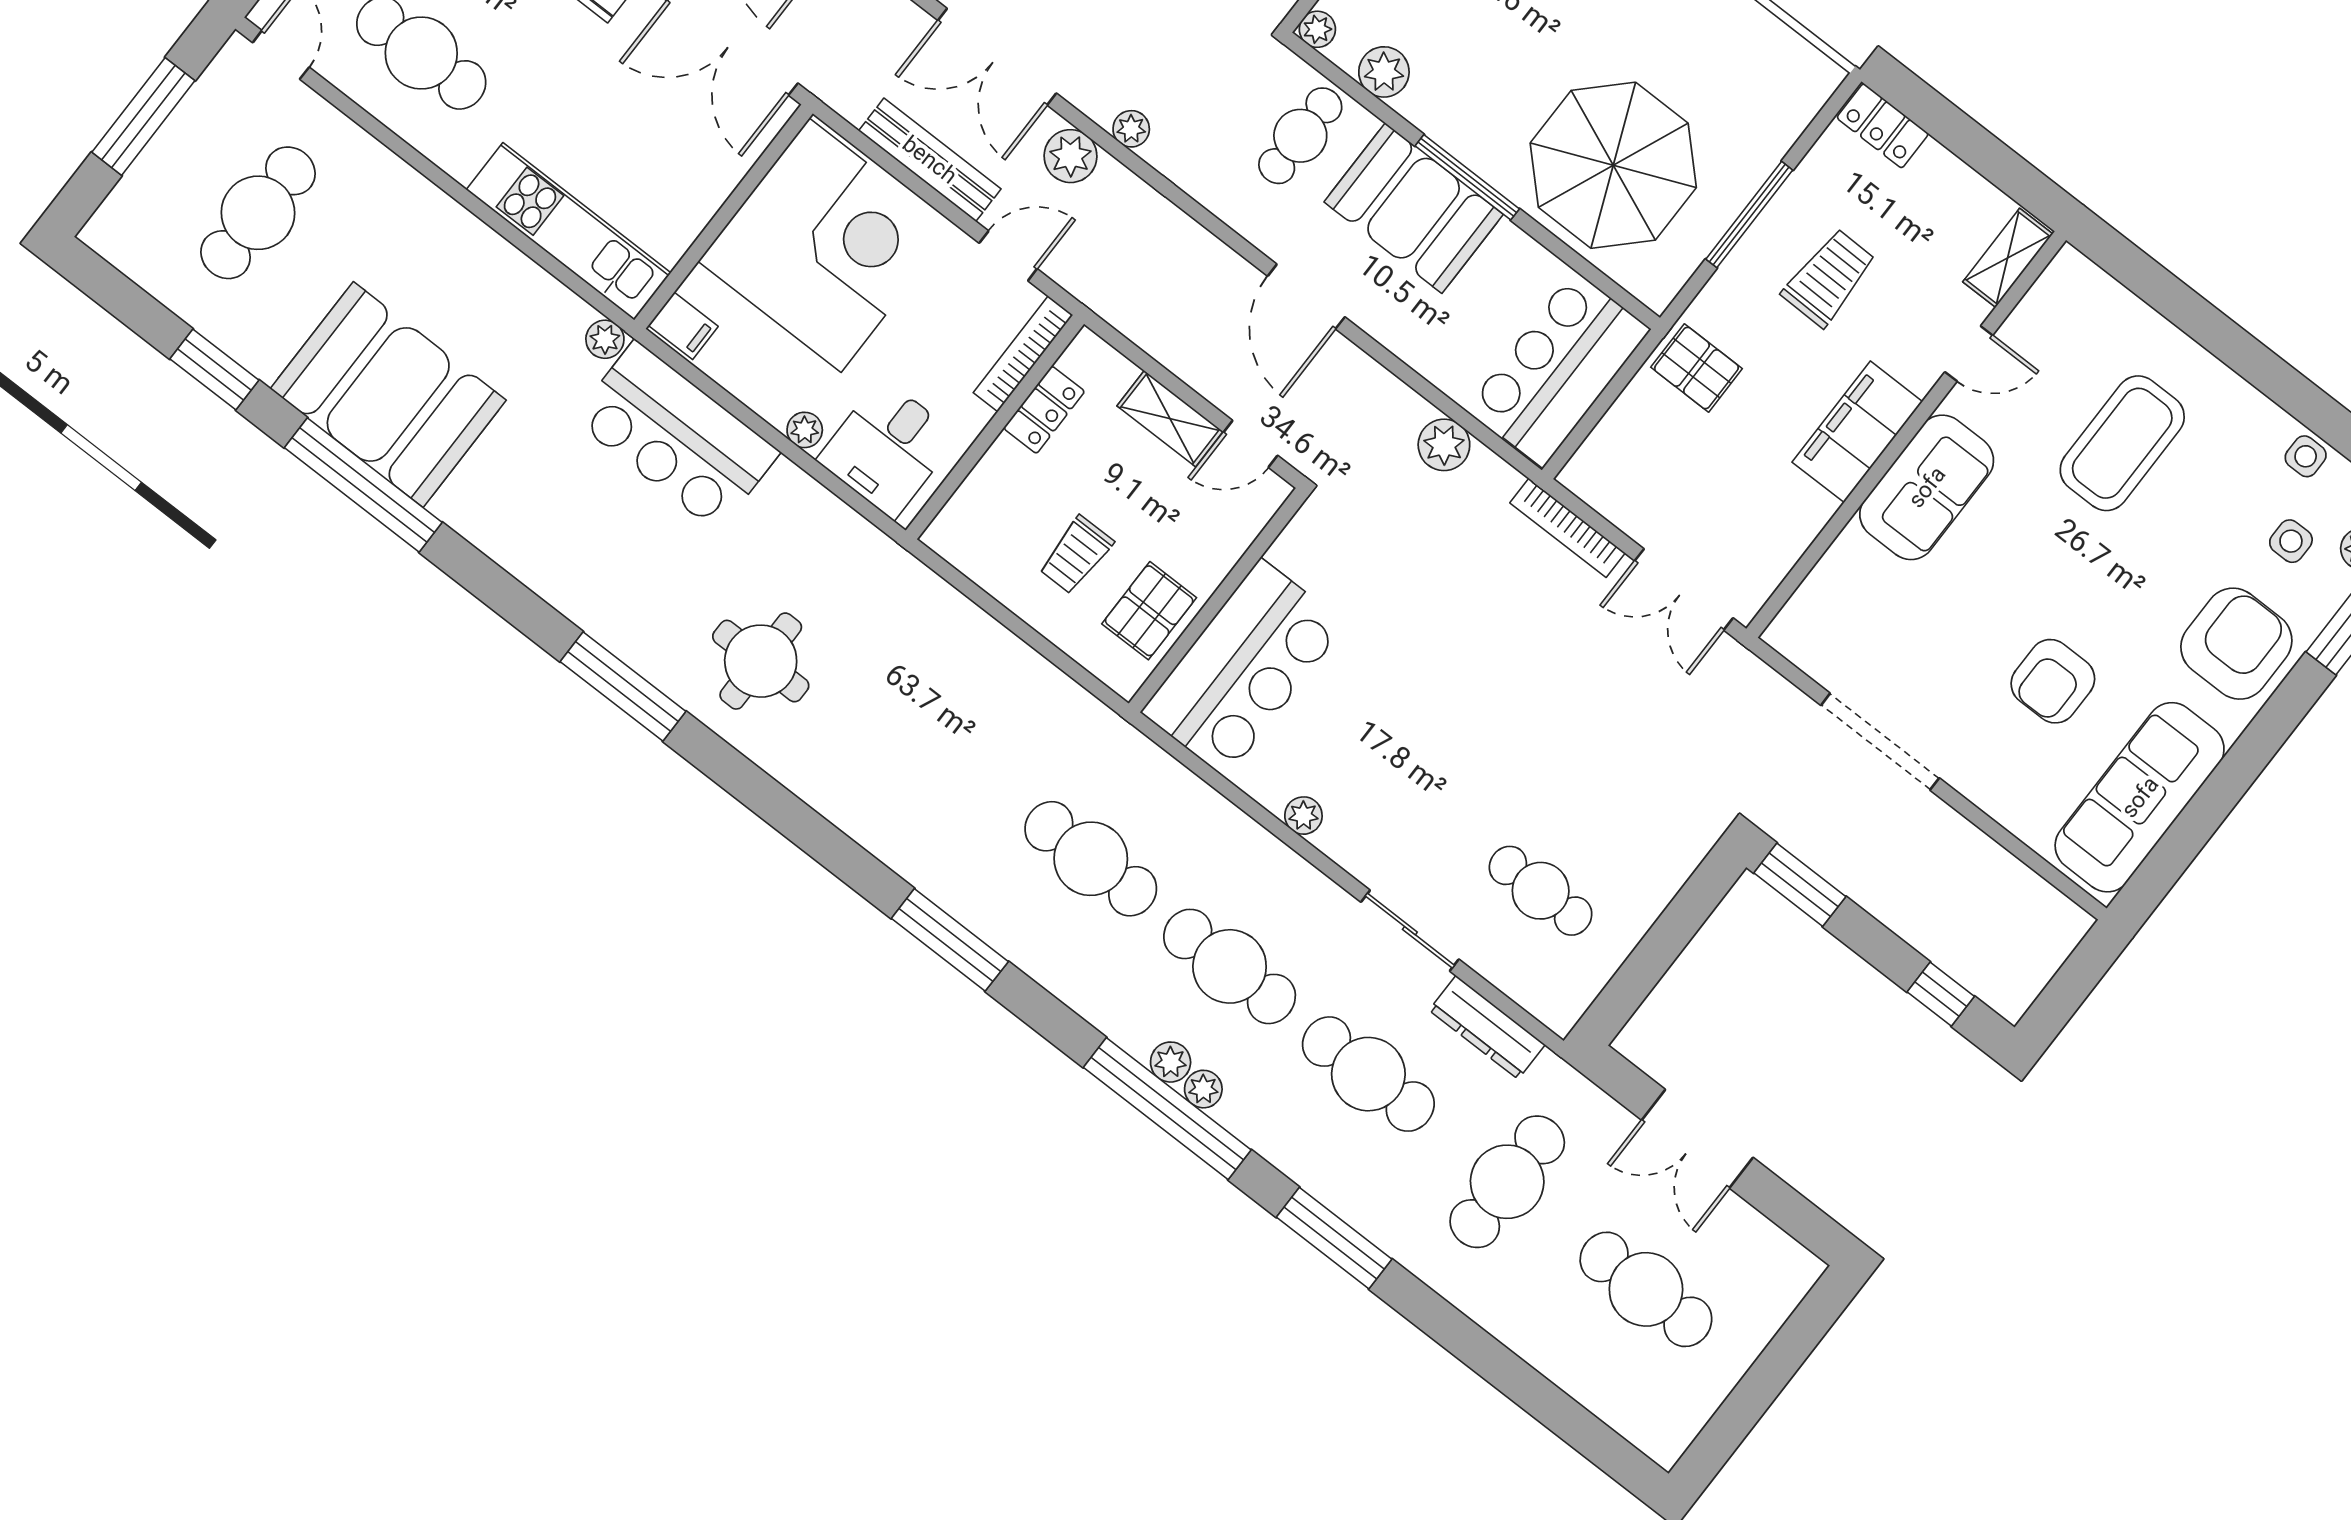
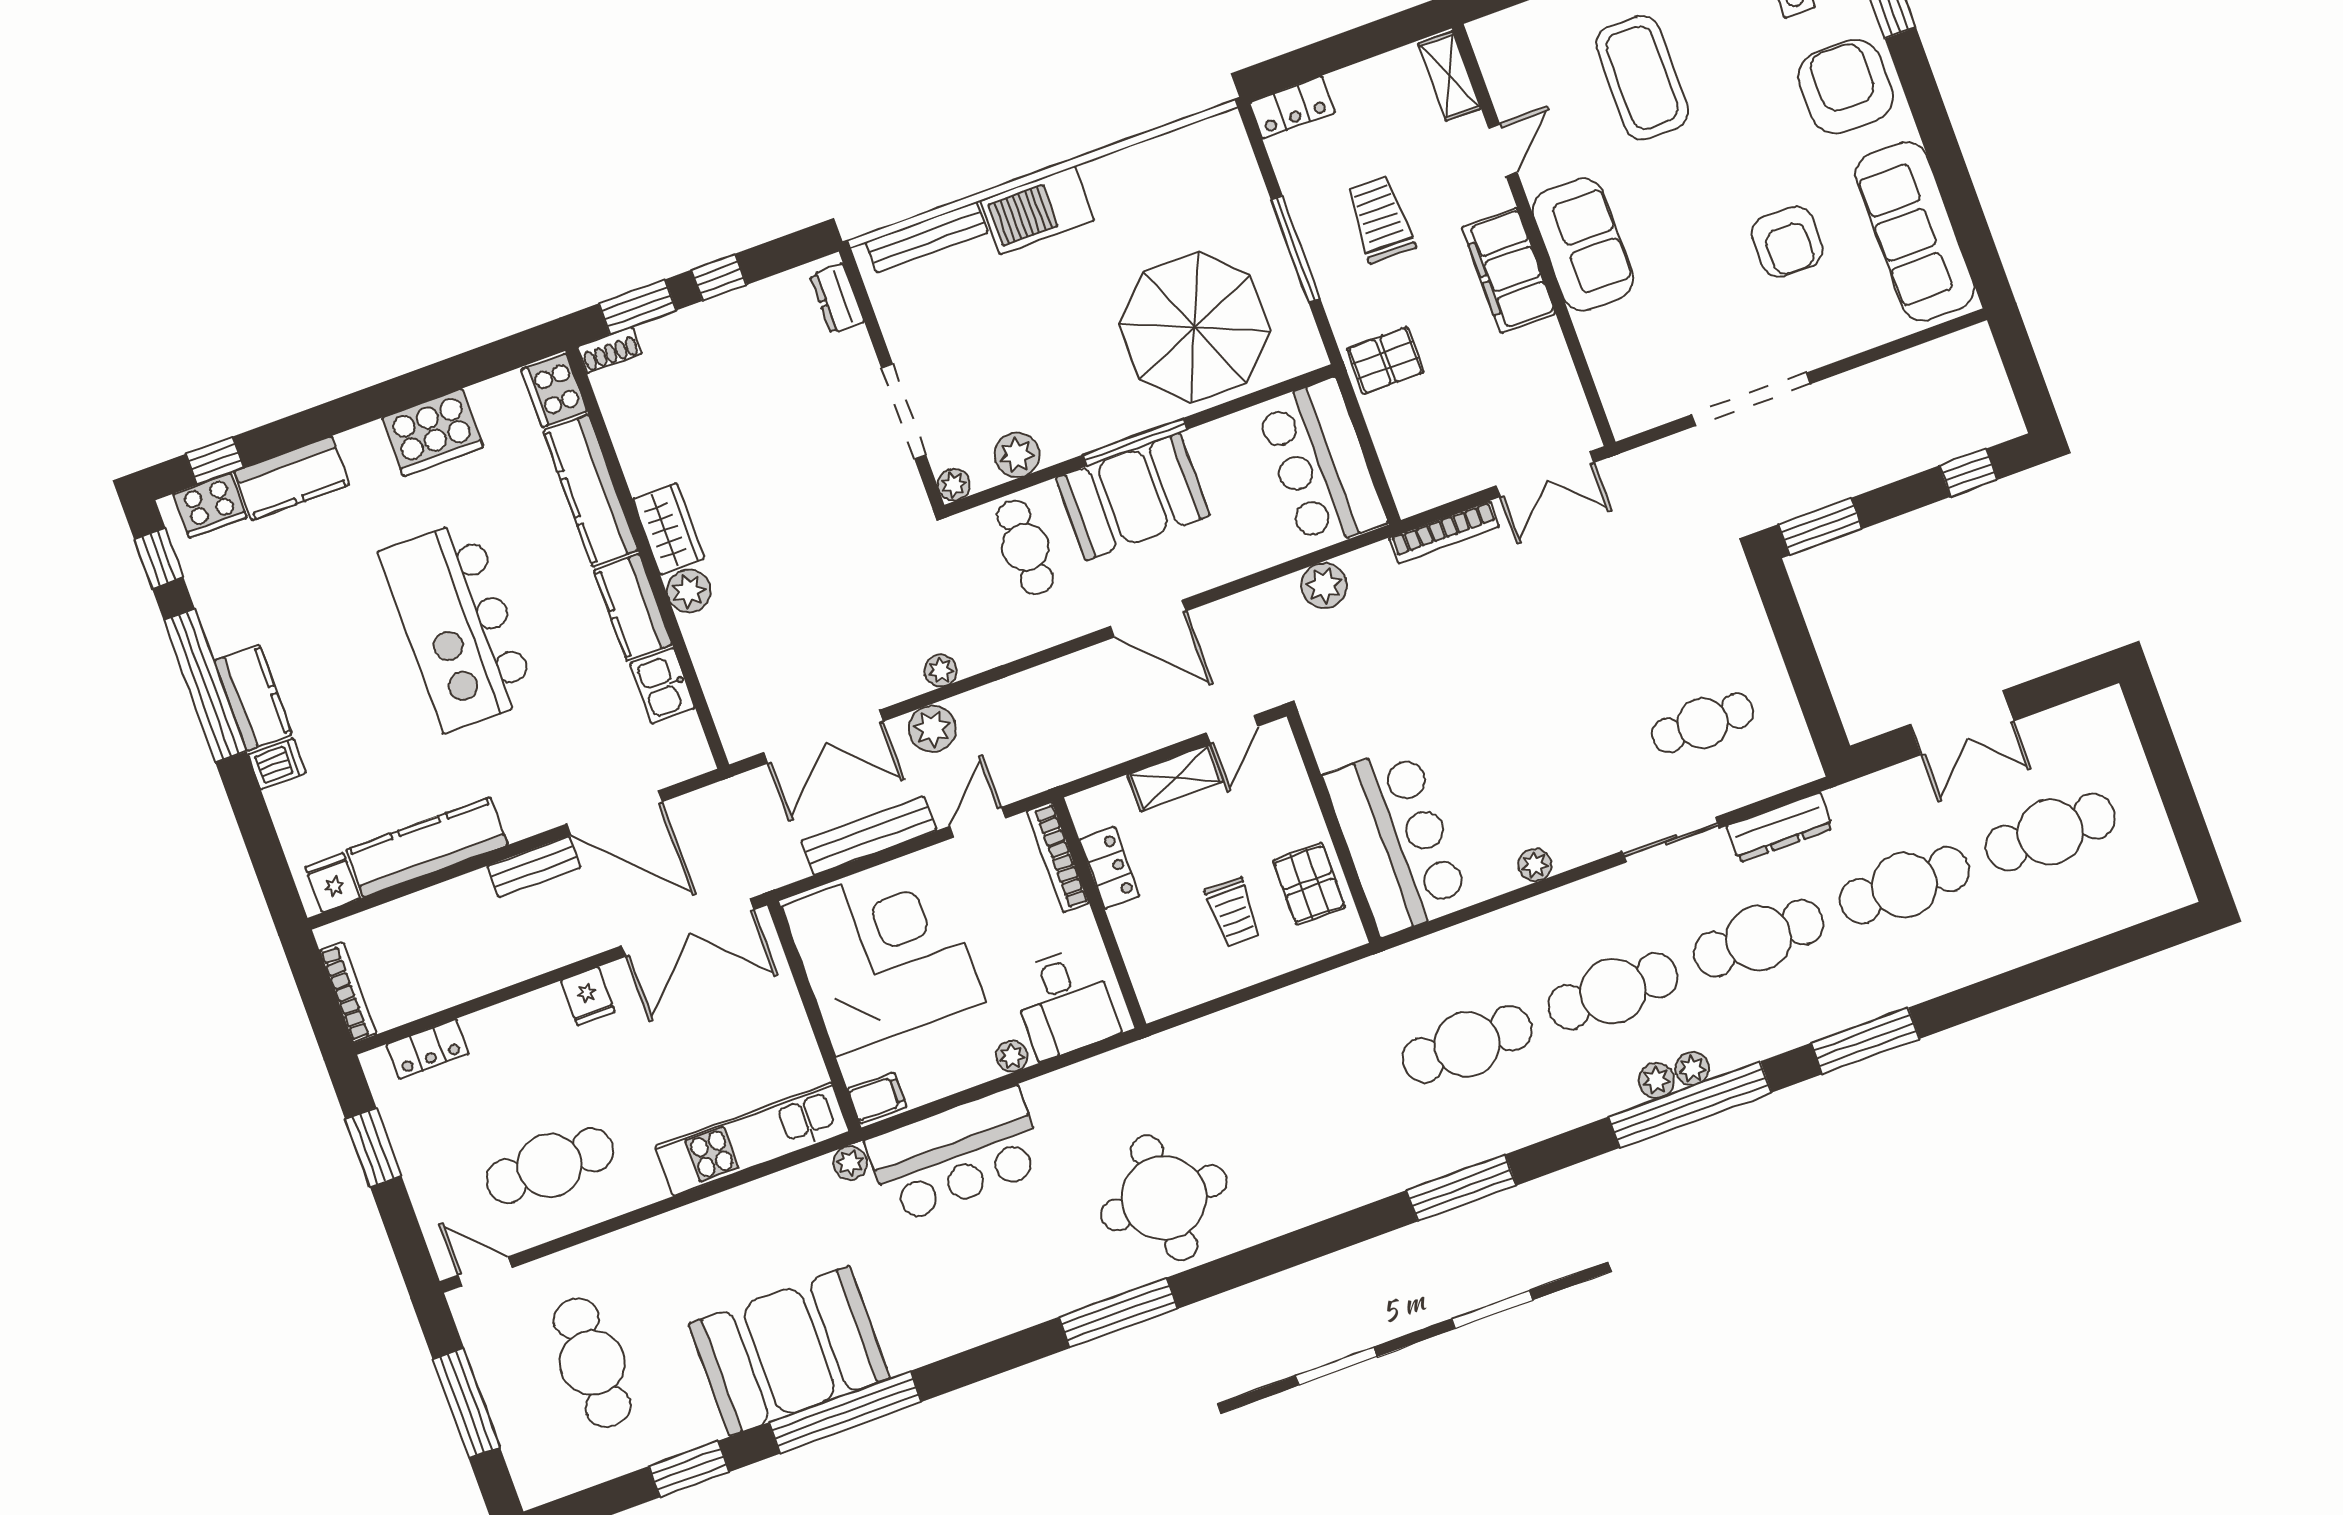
round table: (761, 661) -> (1164, 1198), width x1.36, depth x1.36
cafe table: (1507, 1182) -> (1905, 885), turned 90

